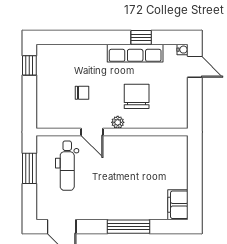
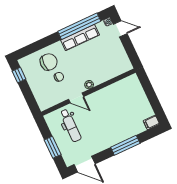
window: (141, 37) -> (79, 26), width x3.17
chair: (137, 96) -> (49, 62), moved, turned 90
window: (29, 168) -> (53, 147), moved
filing cabinet: (178, 205) -> (151, 122), width x0.50

